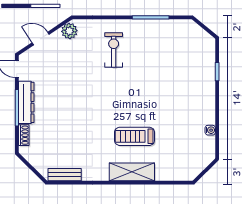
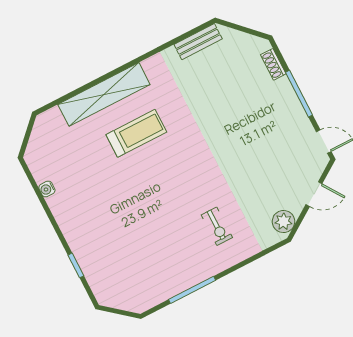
exercise bike: (114, 50) -> (217, 226), width x0.73, depth x0.72
dresser: (26, 102) -> (291, 106), removed
shelving: (132, 172) -> (104, 94), width x1.47

